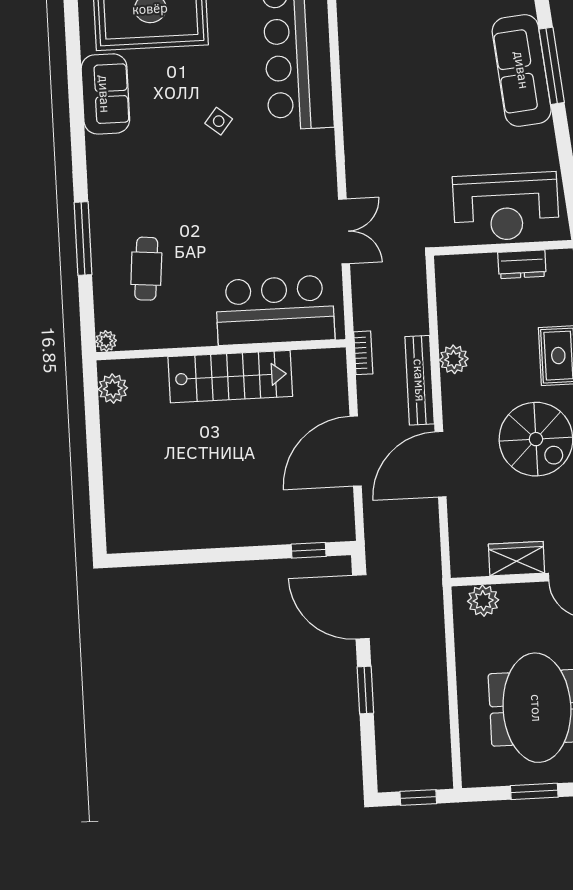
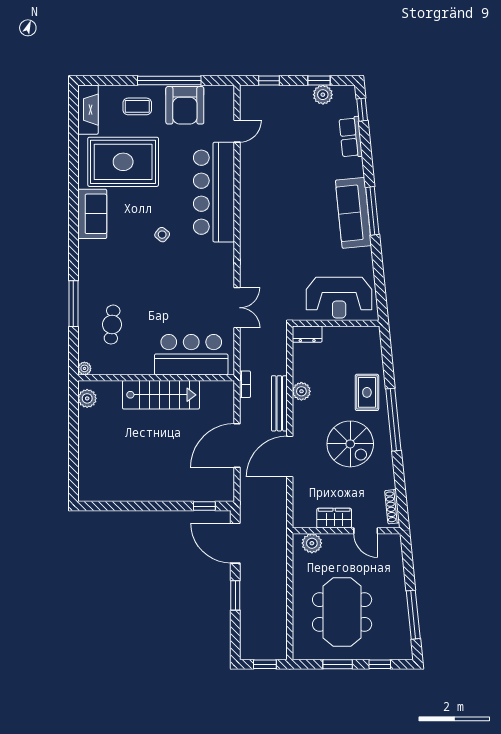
dresser: (522, 264) -> (307, 334), moved

